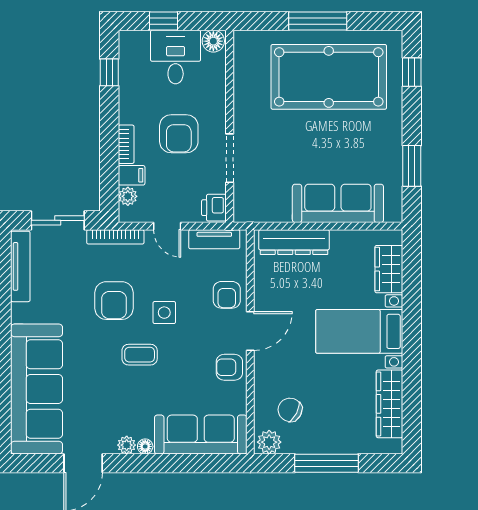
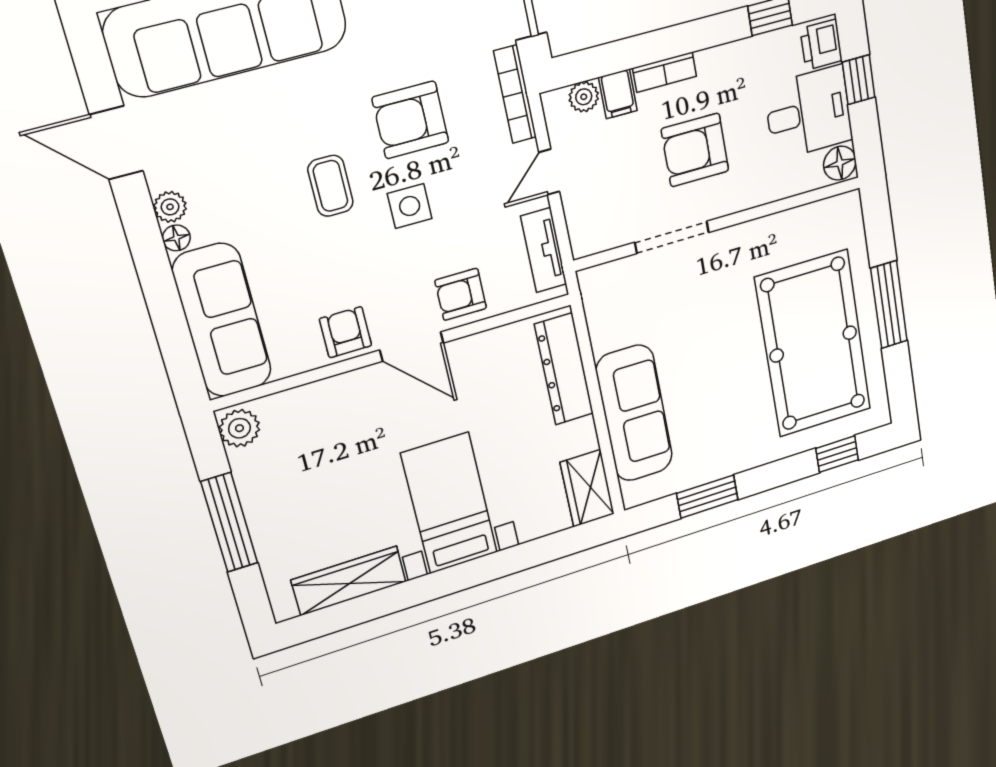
printer: (214, 208) -> (821, 45), moved, turned -90
wardrobe: (389, 269) -> (587, 488), moved, turned -90
chair: (290, 410) -> (301, 443), removed

